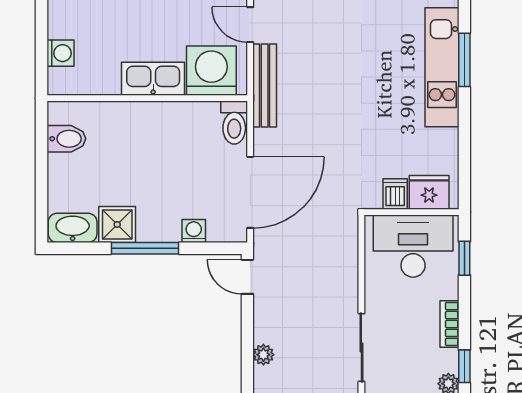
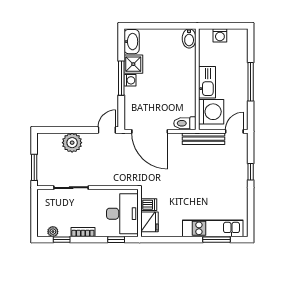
bidet: (66, 139) -> (189, 38), moved
washing machine: (194, 231) -> (130, 80), moved
plant: (263, 355) -> (72, 143), width x1.87, depth x1.87

